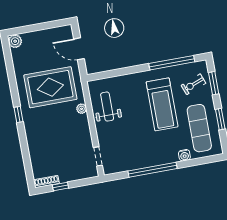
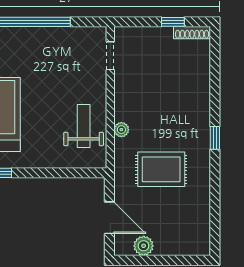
plant: (15, 41) -> (144, 246), moved
rug: (50, 87) -> (161, 169), width x0.73, depth x0.69
weight bench: (107, 107) -> (84, 126), turned 180

